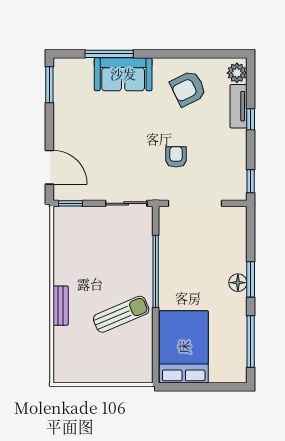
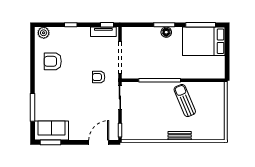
sofa: (123, 74) -> (51, 131), moved, turned -90
armchair: (188, 88) -> (53, 61), turned 116
tv unit: (238, 106) -> (103, 32), moved
armchair: (176, 157) -> (99, 77), moved
bed: (184, 347) -> (204, 41), moved

